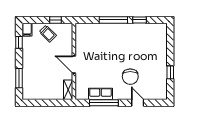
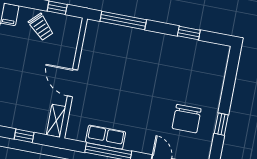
window: (113, 20) -> (123, 20), moved
chair: (130, 77) -> (187, 119), moved
window: (50, 103) -> (24, 136), added

